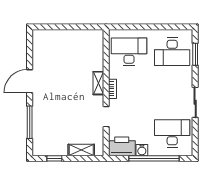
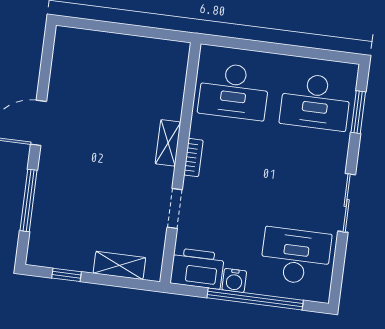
desk: (129, 52) -> (234, 91), turned 180

